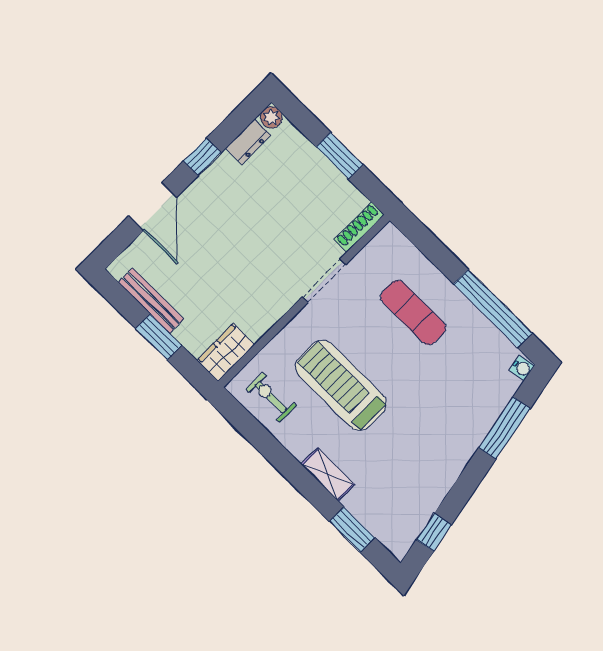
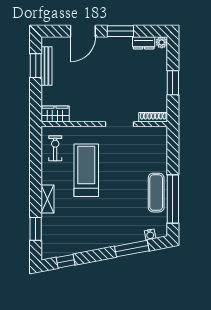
window: (202, 157) -> (120, 31), width x1.50
exercise mat: (413, 312) -> (156, 193), moved
window: (159, 337) -> (36, 66), moved
water cooler: (522, 368) -> (150, 235), moved

